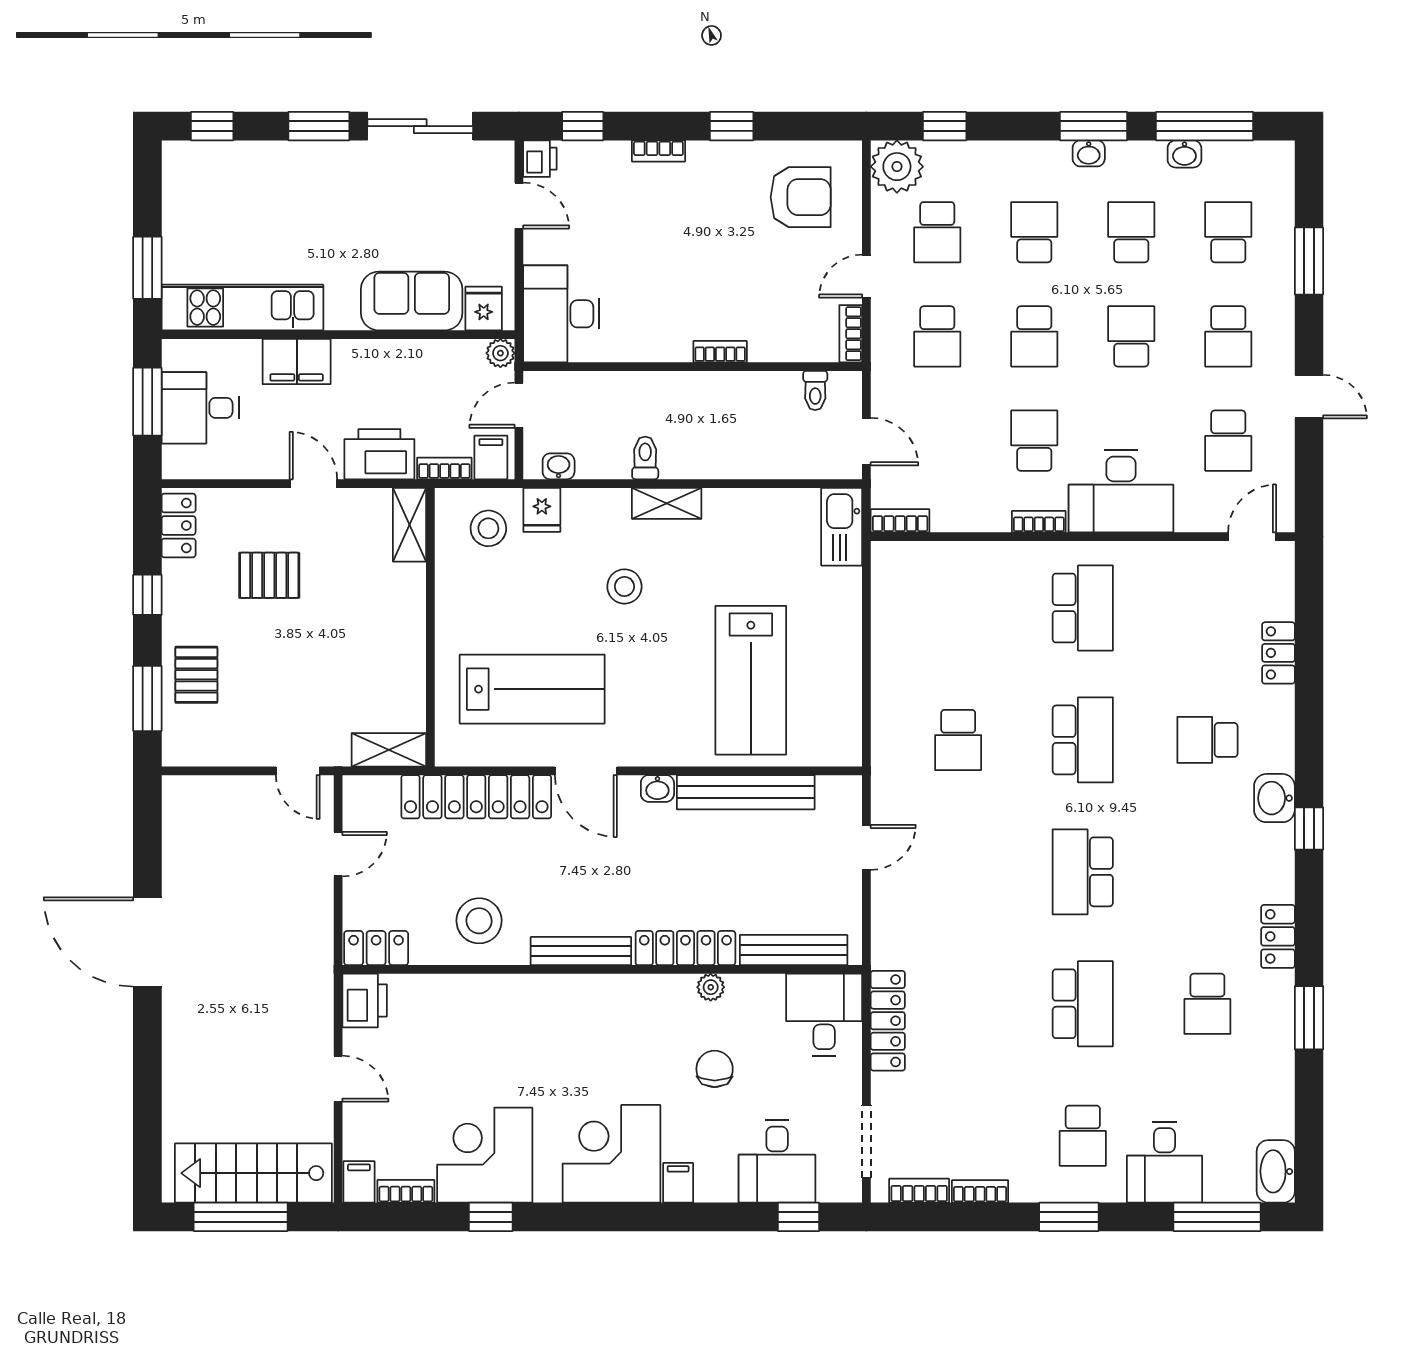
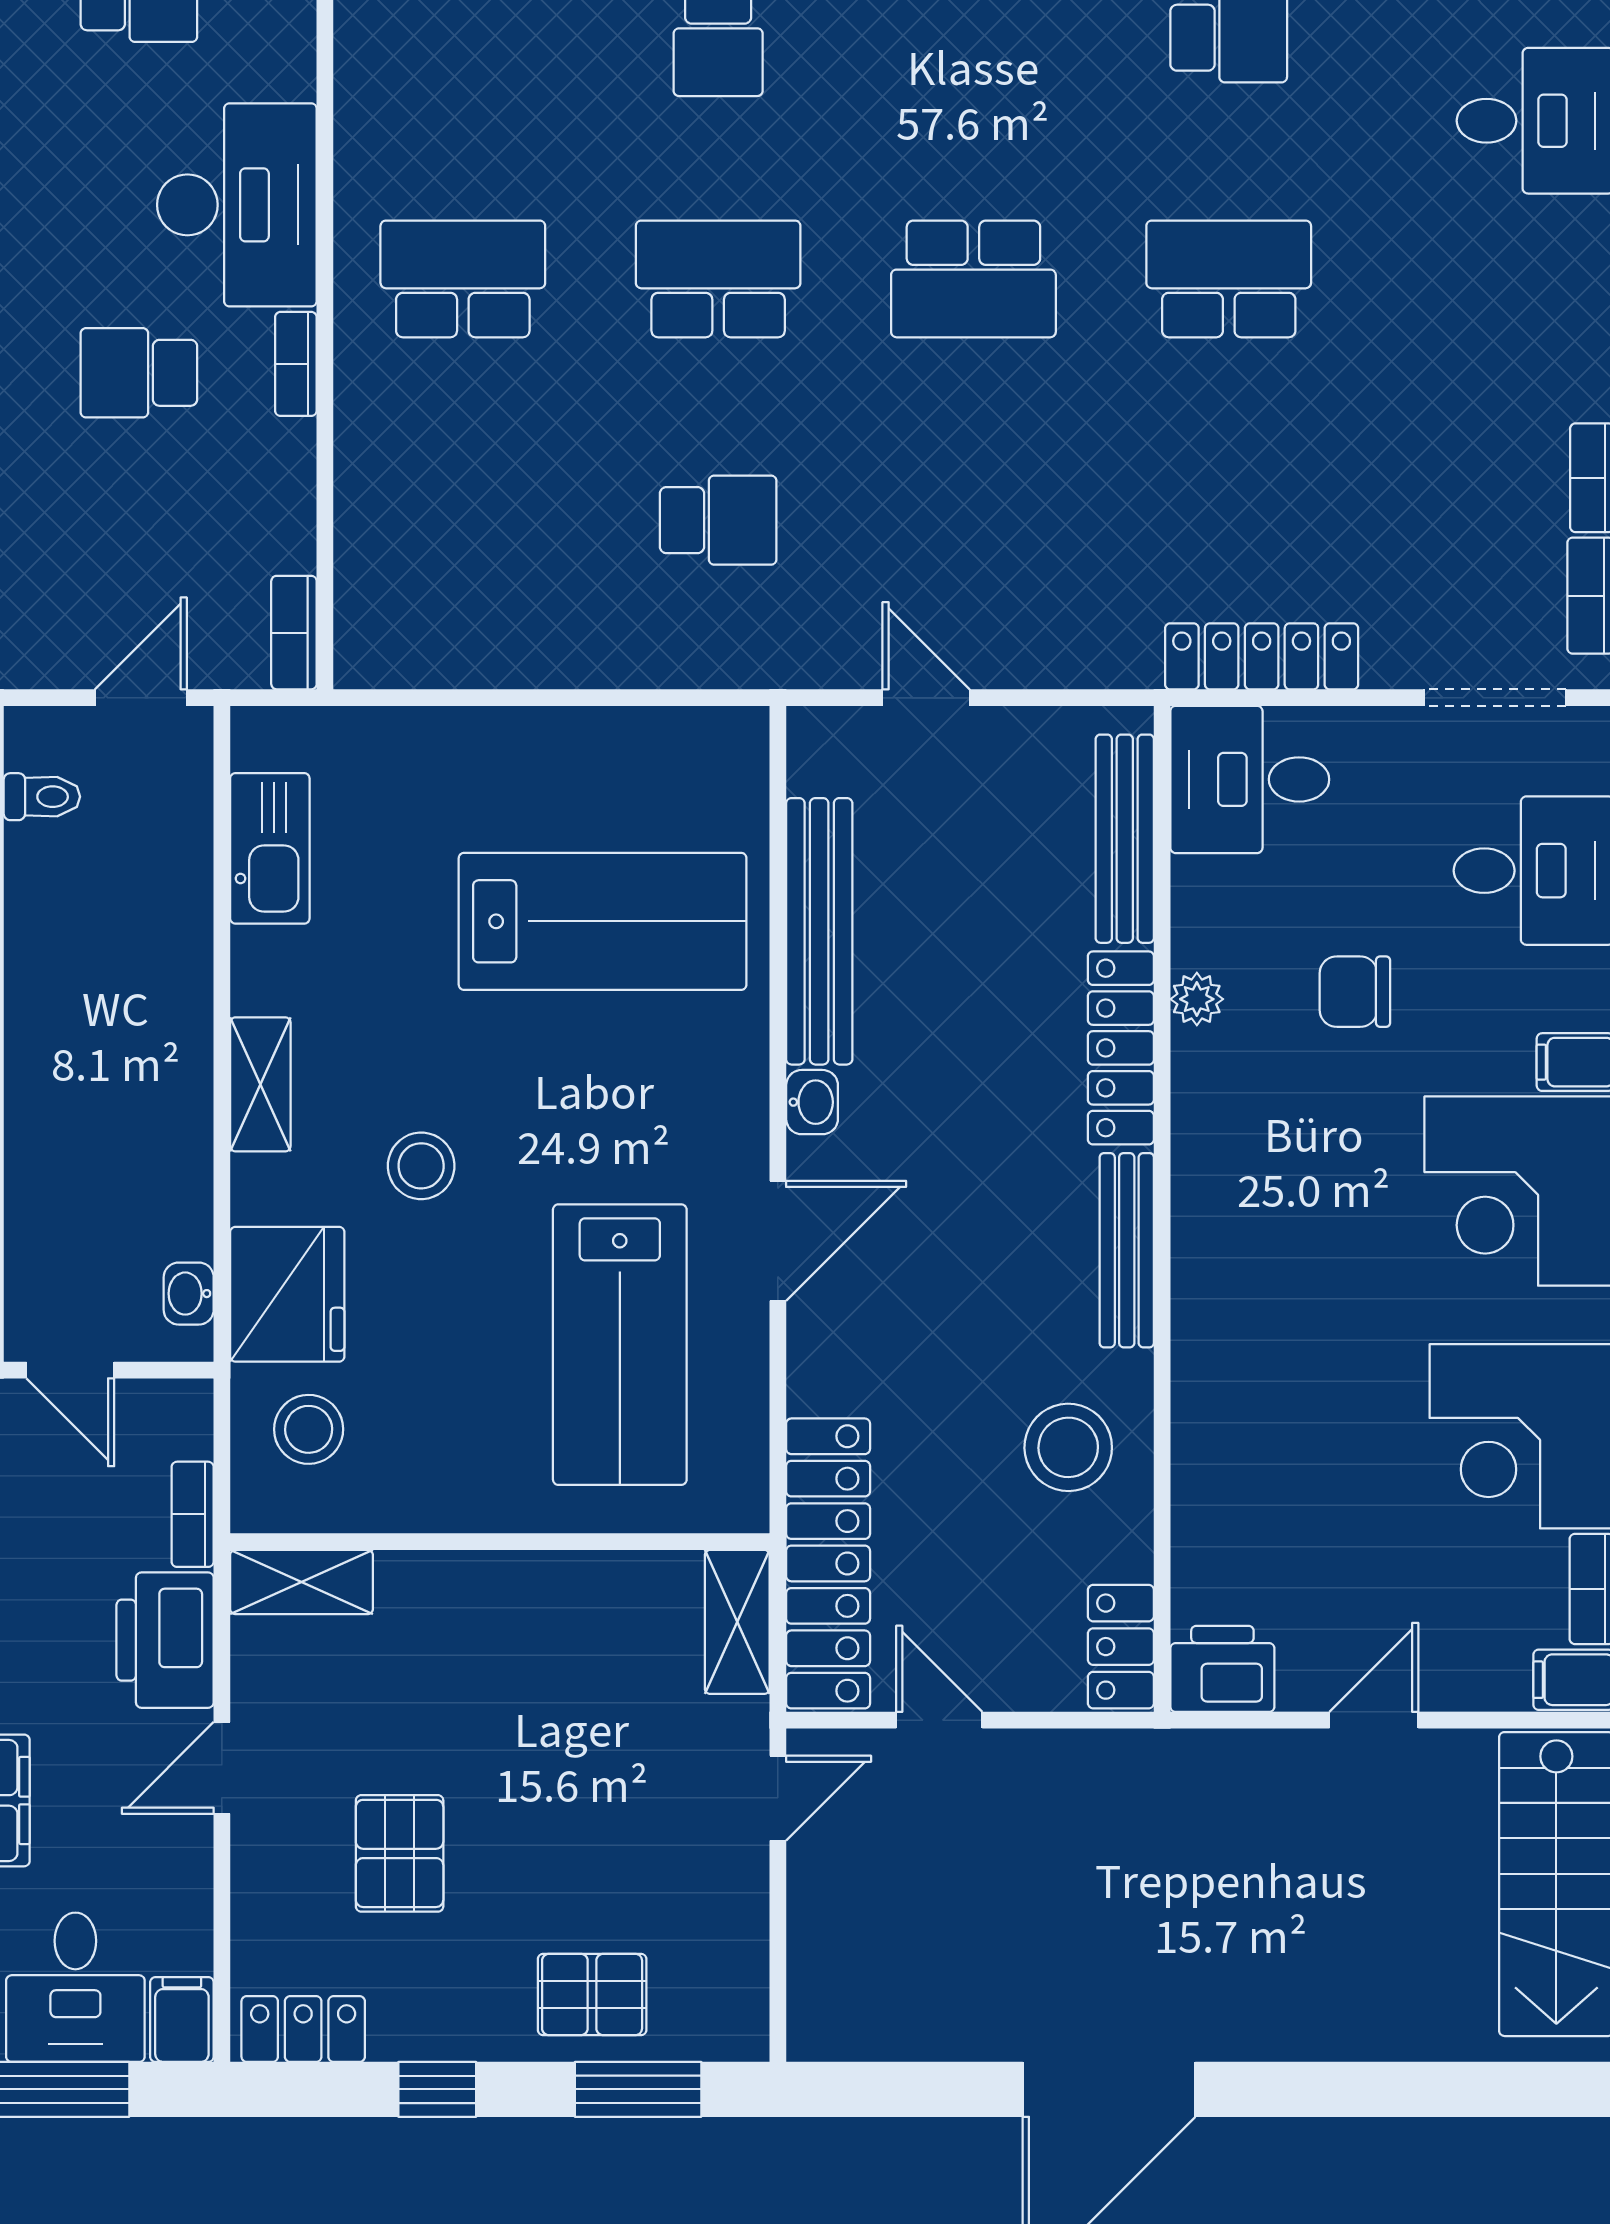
filing cabinet: (491, 457) -> (182, 2020), moved, turned 90
toilet: (645, 458) -> (172, 1126), removed
fridge: (542, 510) -> (287, 1294), width x1.88, depth x1.34
kitchen sink: (842, 527) -> (270, 848), moved, turned -90
lab bench: (532, 689) -> (620, 1345), turned 180
locker: (476, 797) -> (828, 1563), moved
school desk: (1083, 1136) -> (1484, 279), removed

